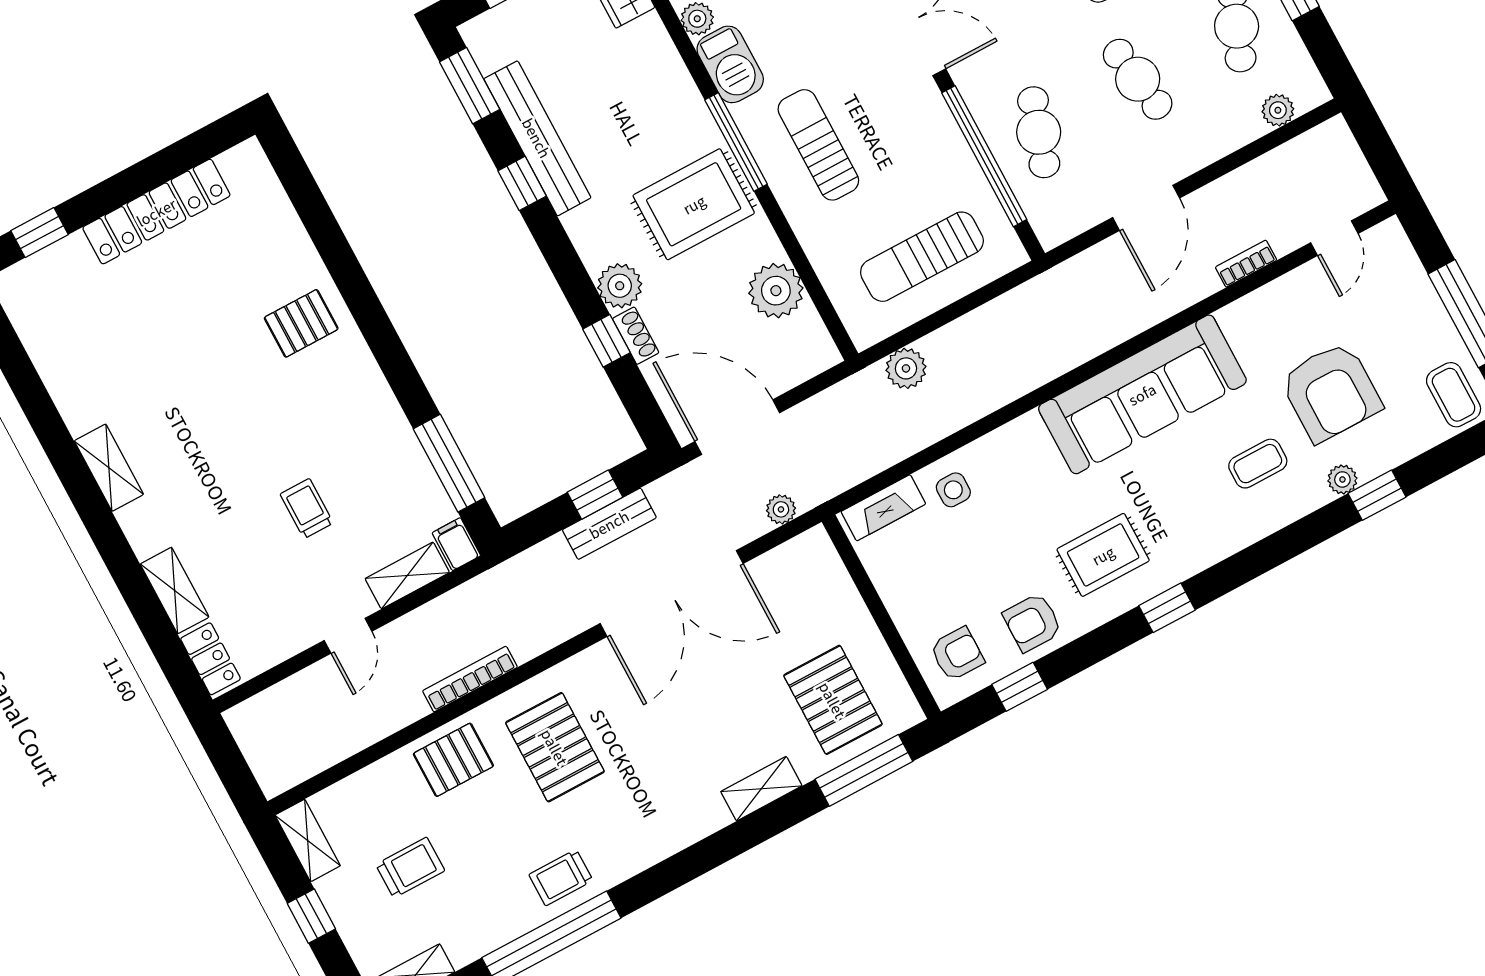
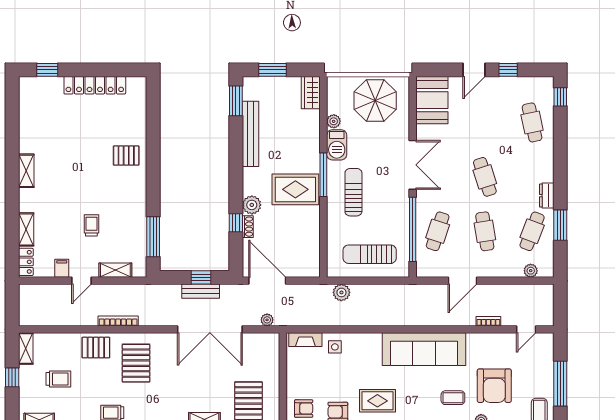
window: (522, 183) -> (236, 148), removed
plant: (776, 291) -> (309, 238), removed
filing cabinet: (456, 544) -> (62, 268), moved

